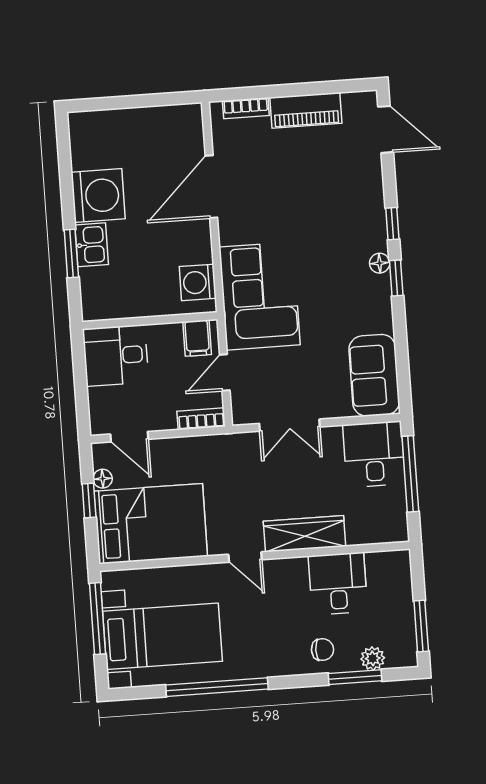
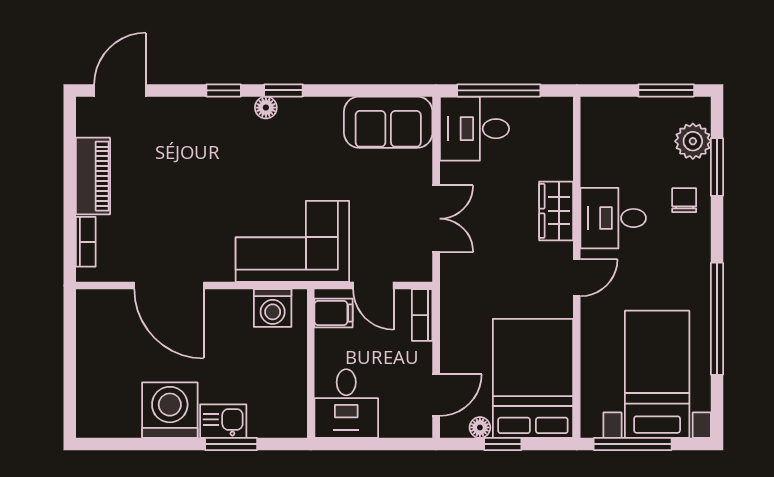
wardrobe: (304, 534) -> (556, 211), width x0.67
desk: (338, 584) -> (613, 218), moved
plant: (373, 658) -> (693, 141), width x1.38, depth x1.38

